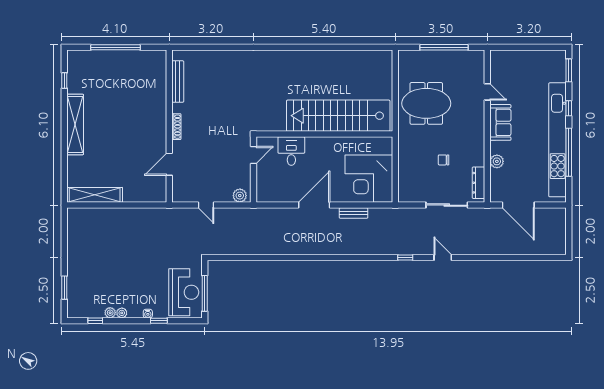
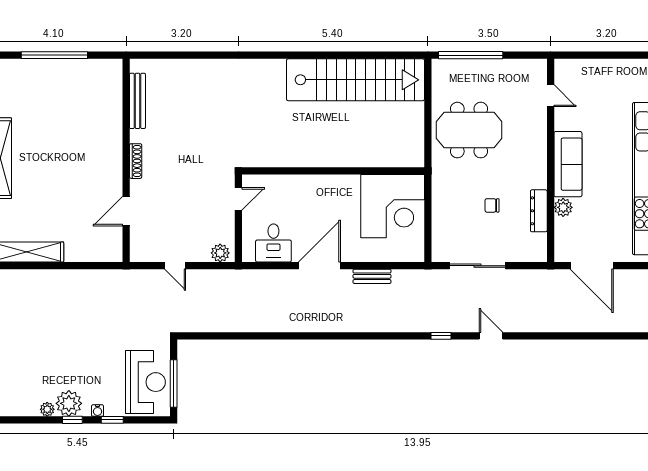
window: (444, 47) -> (471, 55), moved
door: (487, 92) -> (551, 96), moved
stairs: (338, 116) -> (355, 80), moved, turned 180
sofa: (500, 122) -> (568, 164), width x1.36
desk: (291, 151) -> (273, 243), moved, turned 180
corner desk: (369, 179) -> (393, 206), moved, turned -90
dresser: (479, 183) -> (539, 211), moved
sliding door: (447, 205) -> (477, 266), moved
plant: (122, 313) -> (69, 403), width x1.87, depth x1.87
window: (95, 321) -> (72, 420), moved

